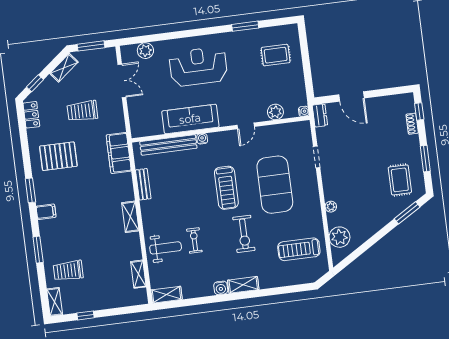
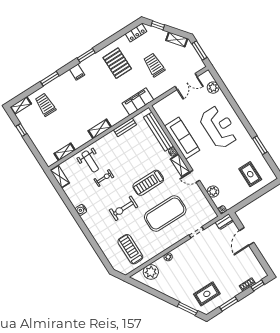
shelving: (243, 285) -> (180, 165), moved

